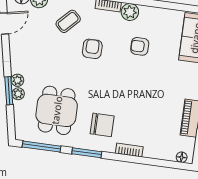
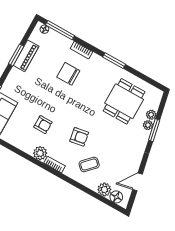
armchair: (92, 49) -> (79, 137), turned -100
plant: (17, 80) -> (151, 115), moved
chair: (102, 125) -> (68, 74), moved
window: (41, 147) -> (60, 30), moved

